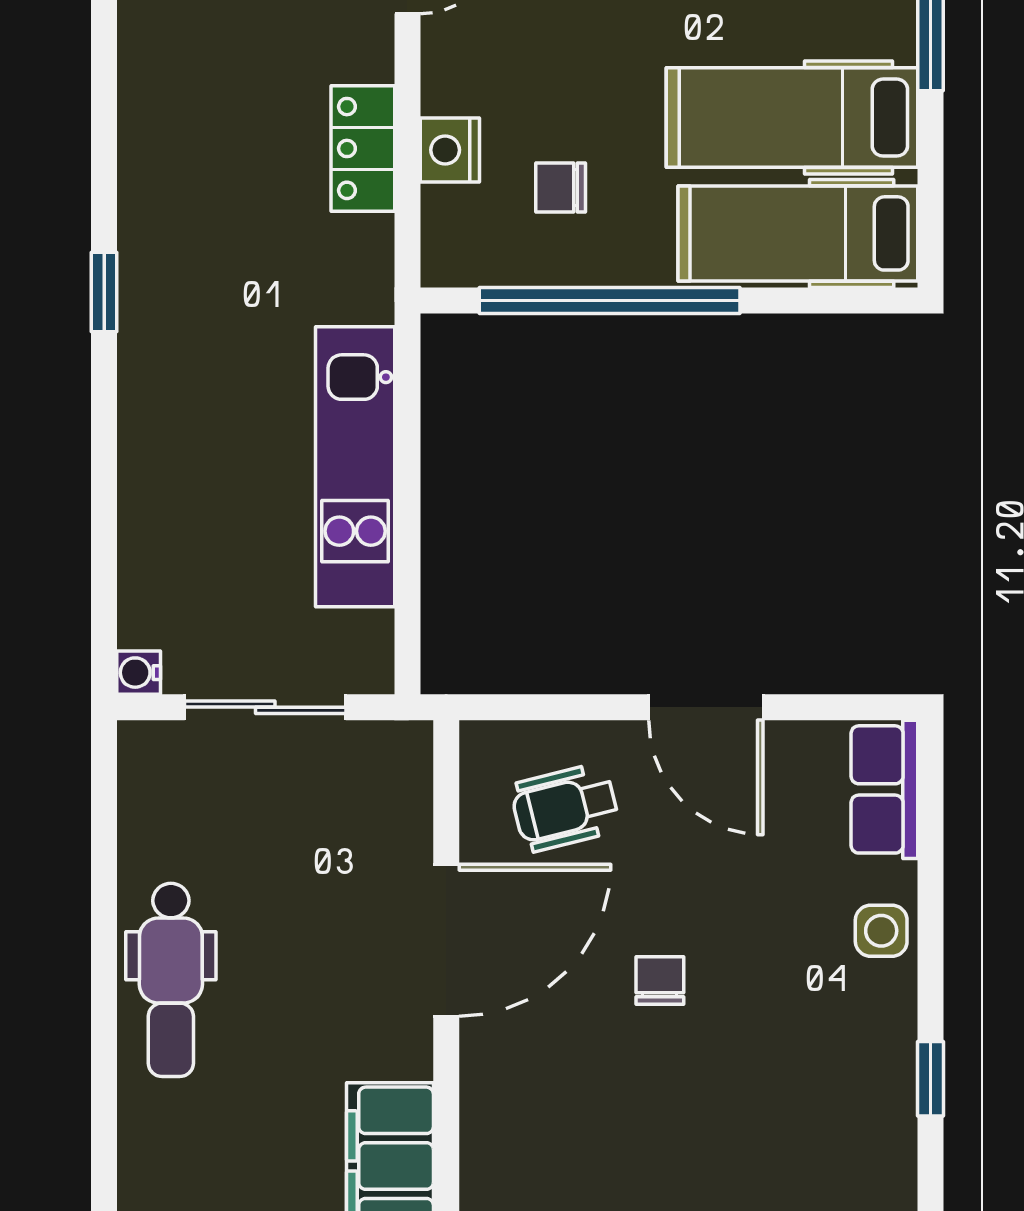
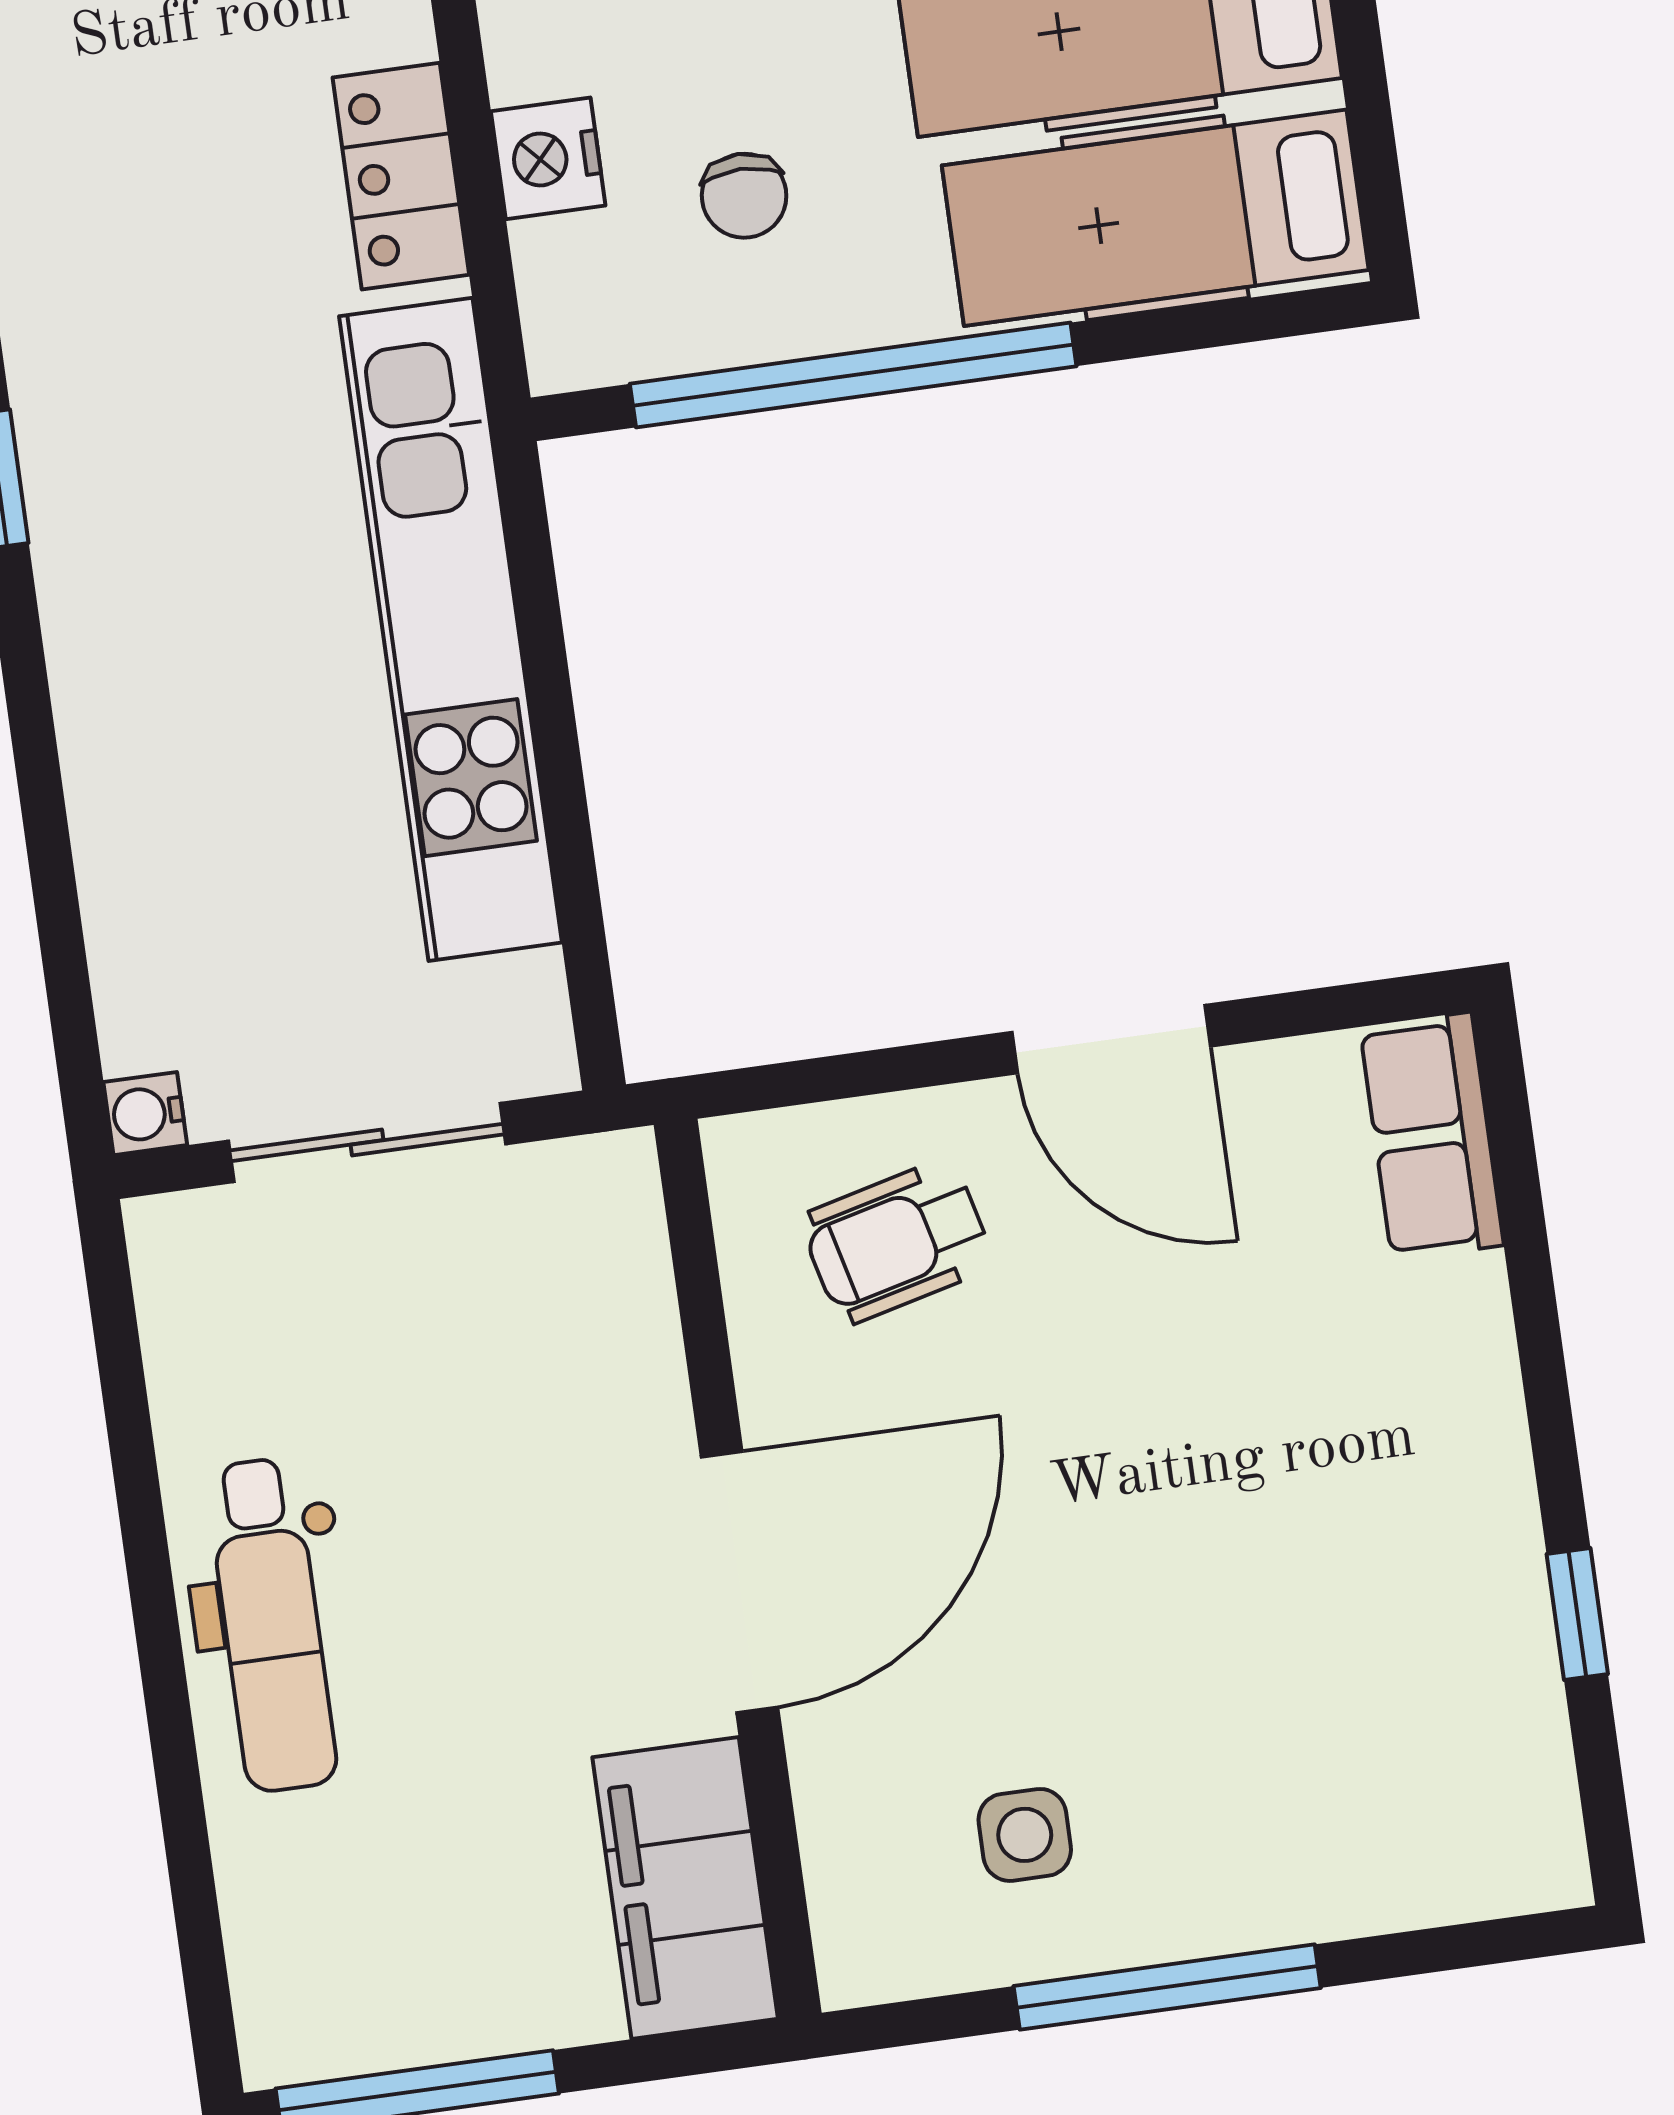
chair: (561, 187) -> (744, 196), turned -90
kitchen unit: (355, 467) -> (450, 629), width x1.36
side table: (881, 931) -> (1025, 1835), moved
door: (446, 940) -> (739, 1582), moved
chair: (660, 980) -> (1097, 1511), removed

